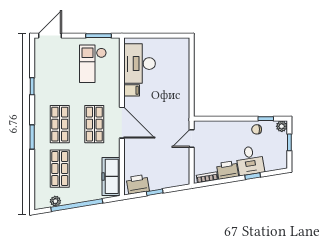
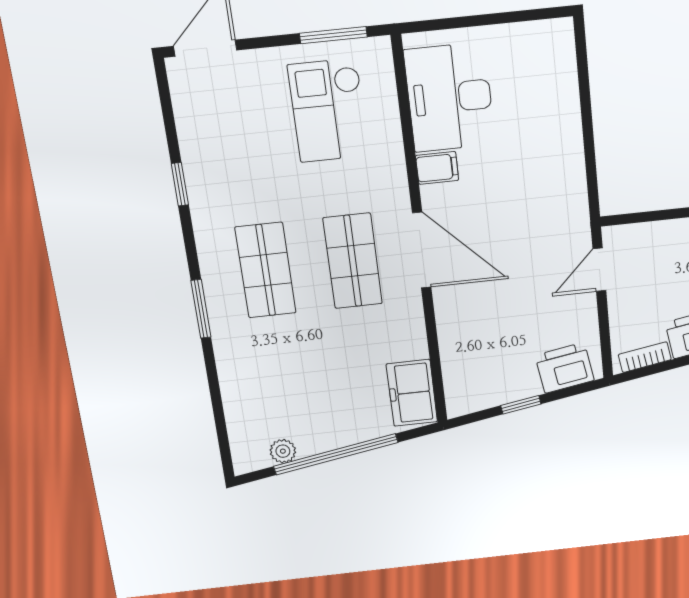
shop shelf: (60, 169) -> (282, 376), removed
freezer: (111, 176) -> (412, 393), width x0.71
printer: (138, 184) -> (565, 368), moved

